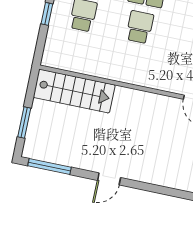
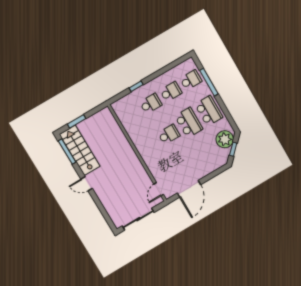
stairs: (74, 91) -> (80, 150), moved, turned 180

